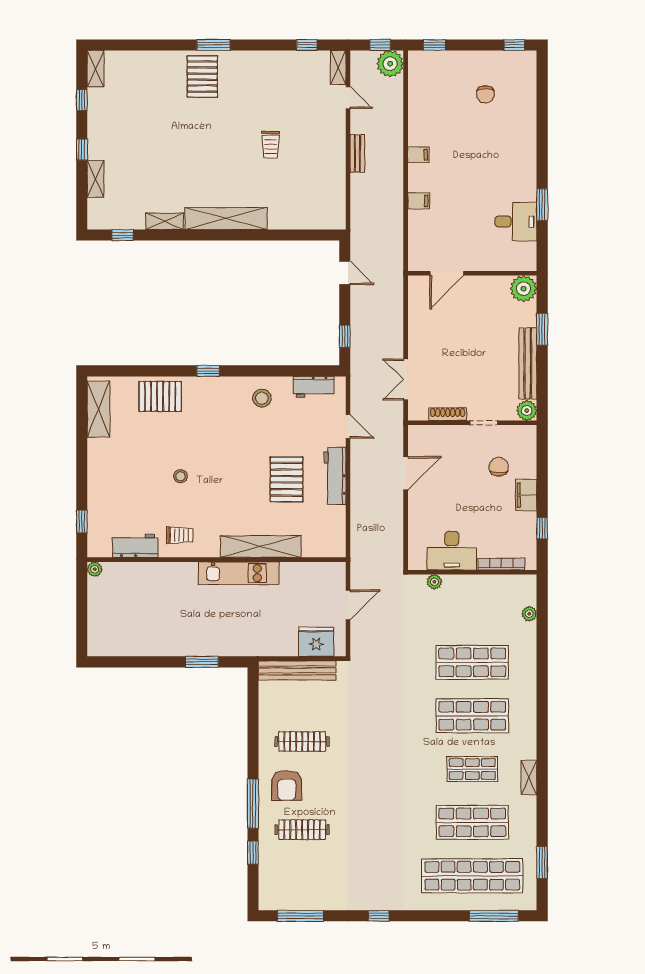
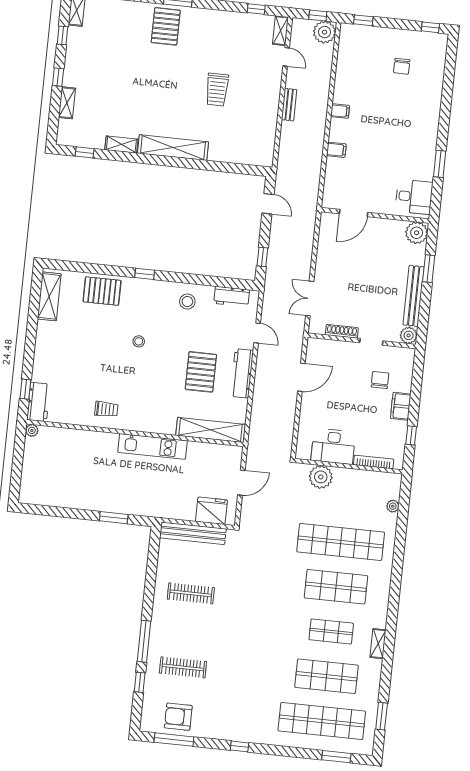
trolley: (271, 145) -> (217, 90), width x1.36, depth x1.39
desk: (516, 221) -> (414, 197), moved
stool: (180, 476) -> (139, 341), moved
workbench: (135, 546) -> (38, 402), moved, turned 90
shelving: (261, 546) -> (210, 430), moved
plant: (434, 582) -> (321, 477), width x1.87, depth x1.87
shop shelf: (472, 662) -> (341, 542), width x1.40
armchair: (287, 785) -> (178, 717), moved, turned 90
window: (494, 916) -> (336, 757), width x0.69

